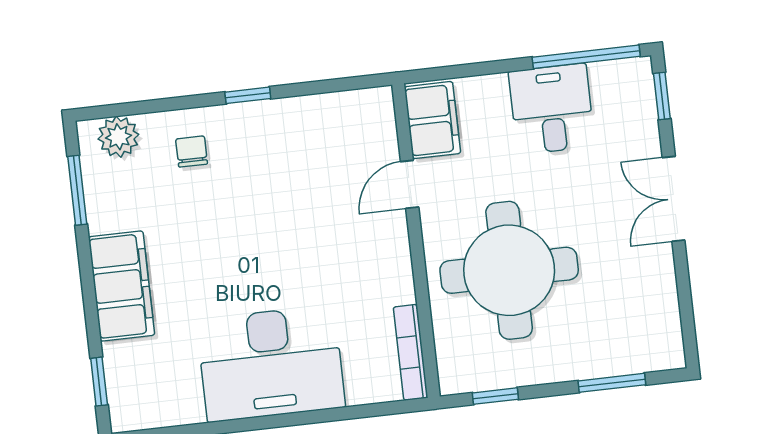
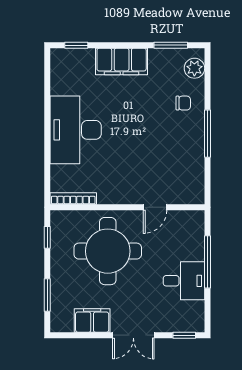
window: (586, 57) -> (207, 262), moved
window: (248, 95) -> (207, 134), width x2.17
filing cabinet: (432, 120) -> (92, 320), moved, turned 180
door: (410, 184) -> (155, 207), swing flipped
double door: (674, 199) -> (133, 335), swing flipped

